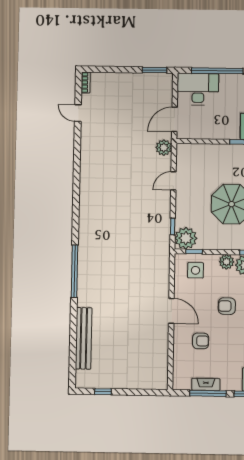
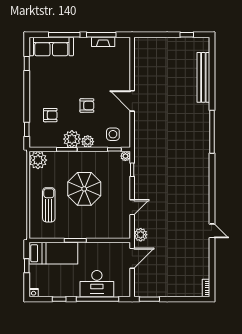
desk: (198, 89) -> (97, 284), moved
door: (78, 113) -> (212, 231), moved
plant: (186, 238) -> (125, 156), width x0.53, depth x0.53
armchair: (201, 341) -> (108, 77), removed

